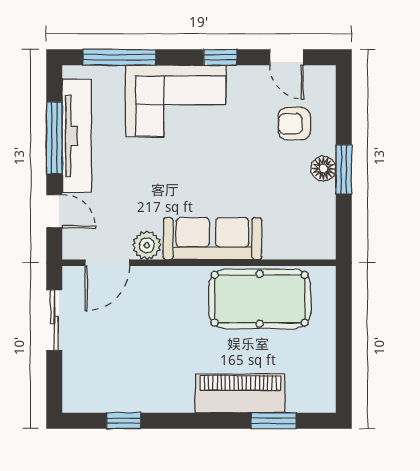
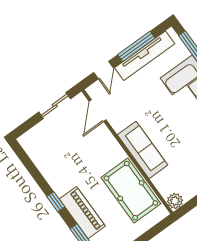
plant: (147, 245) -> (175, 201), moved
door: (107, 263) -> (98, 111), hinge flipped
window: (124, 421) -> (56, 202), moved

